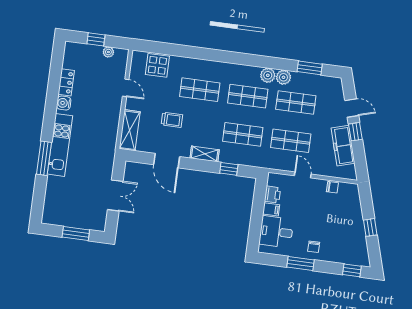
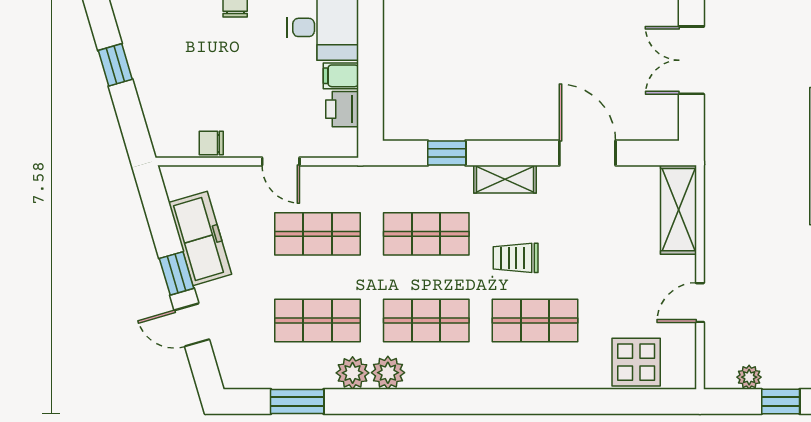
door: (126, 88) -> (700, 303), hinge flipped
trolley: (172, 120) -> (516, 258), moved

